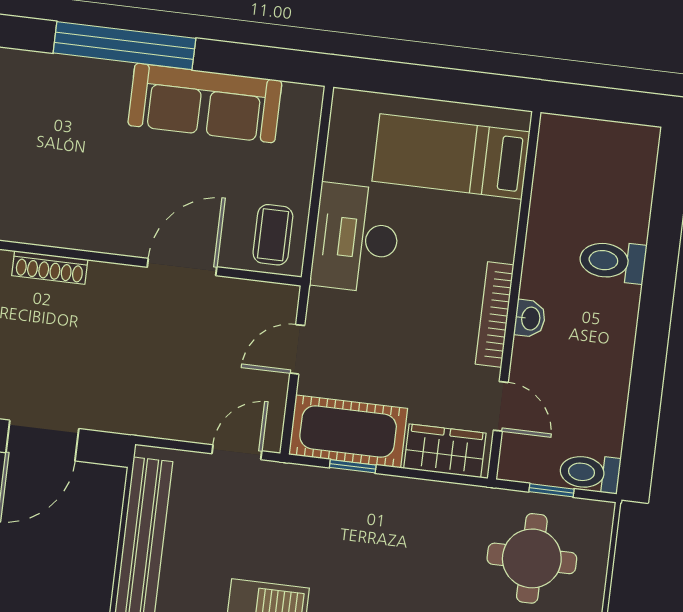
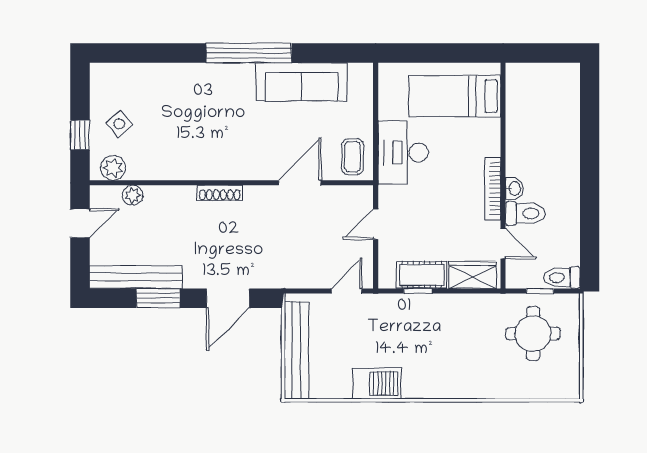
toilet: (612, 261) -> (525, 213), moved, turned 180
cot: (348, 431) -> (422, 275), width x0.73, depth x0.75

